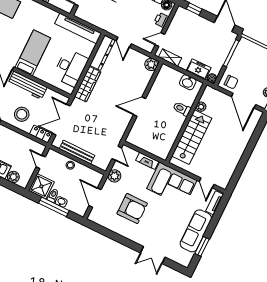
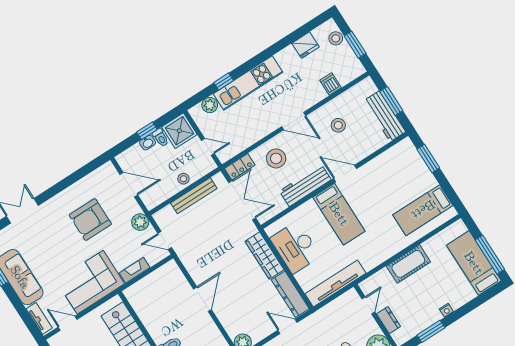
window: (54, 207) -> (147, 131), width x0.46

